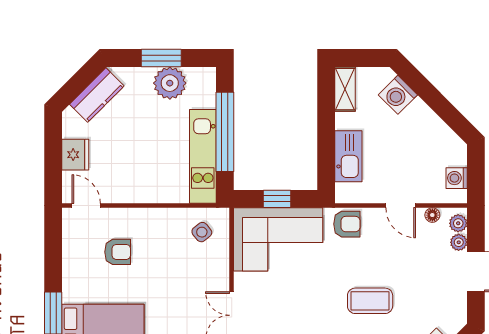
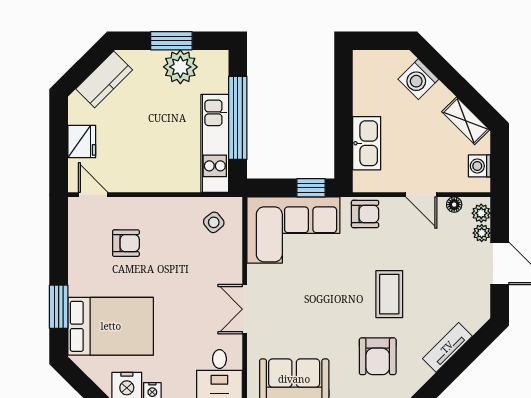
shelving: (345, 89) -> (466, 121), moved, turned -45
window: (277, 199) -> (311, 188), moved
coffee table: (370, 301) -> (389, 294), turned 90

